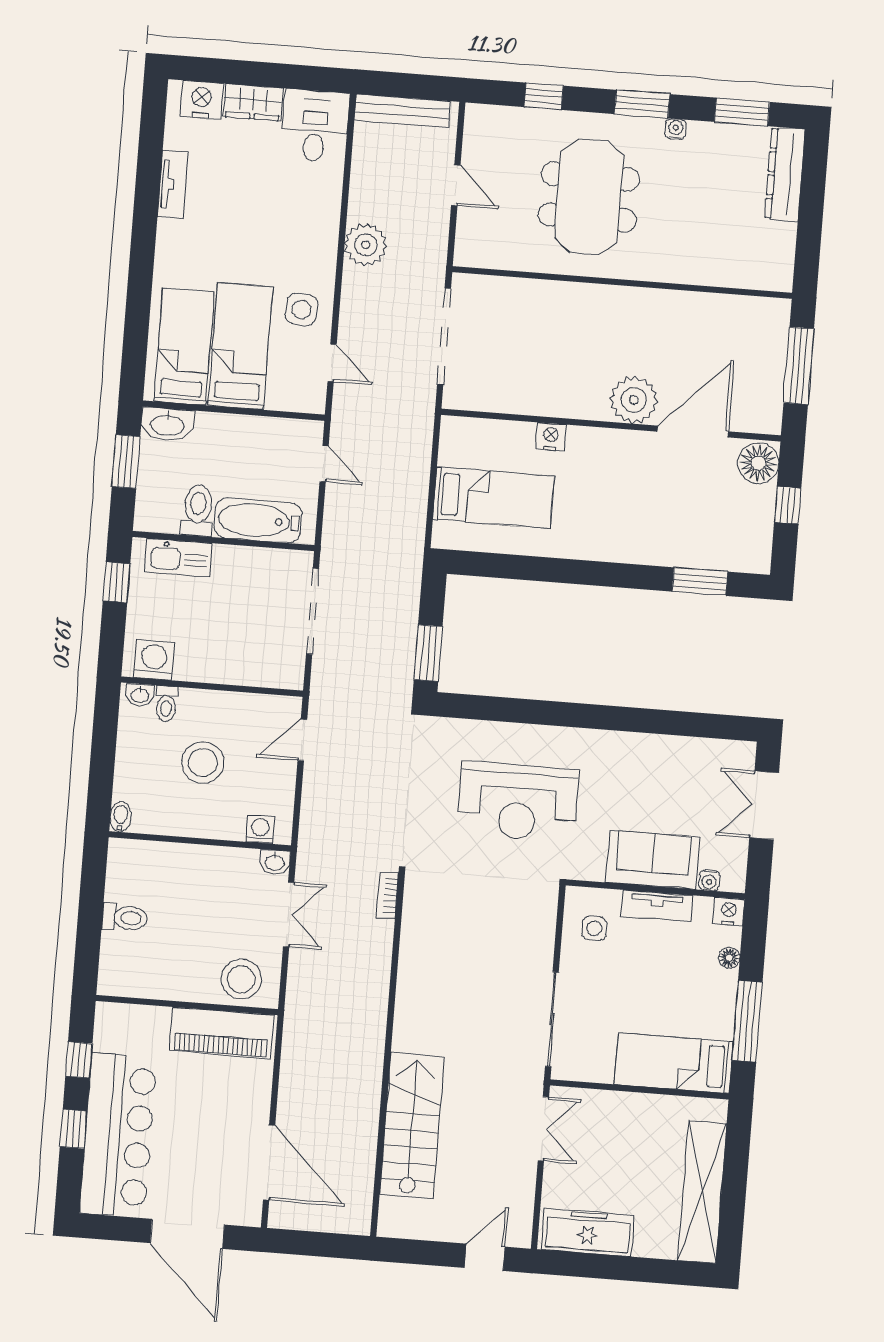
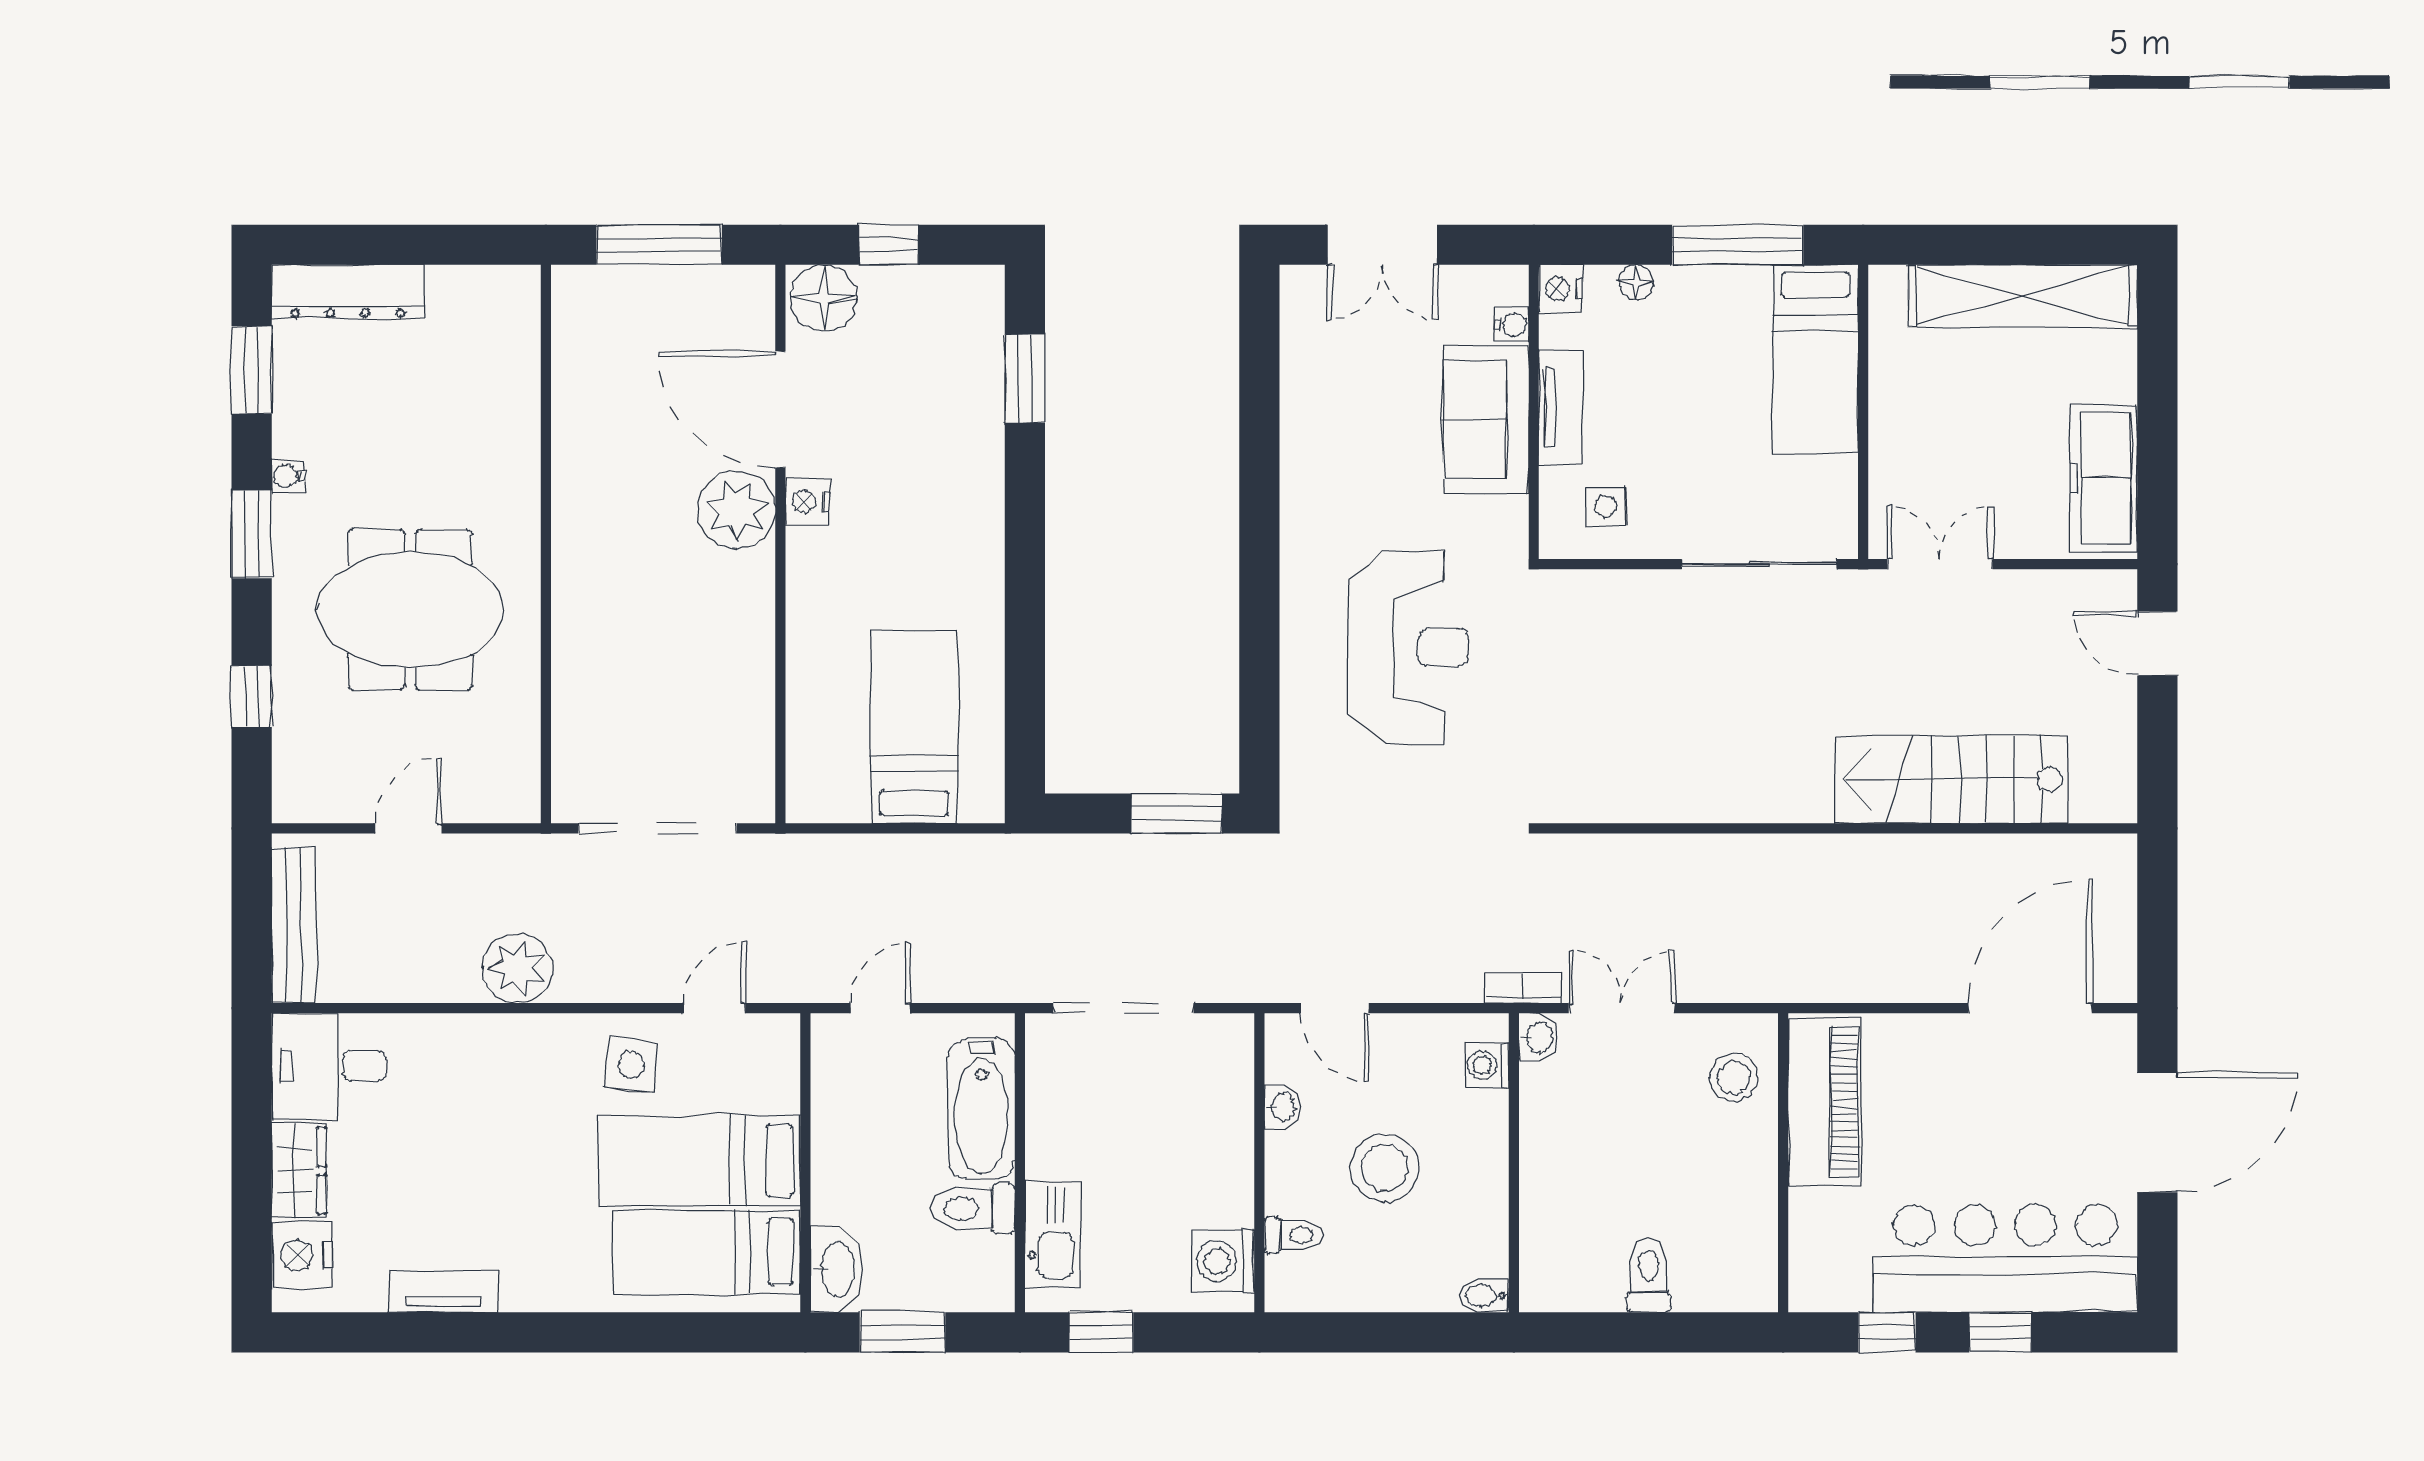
nightstand: (551, 437) -> (807, 502), moved
washbasin: (140, 695) -> (1283, 1107), moved
bookcase: (388, 895) -> (1523, 988), moved, turned 180
stool: (241, 979) -> (1734, 1078), width x0.73, depth x0.73

